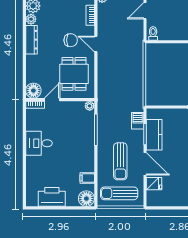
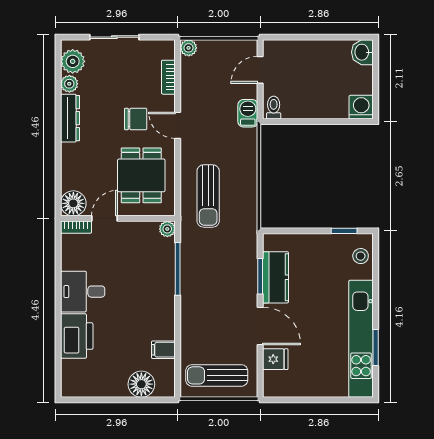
barbecue: (138, 121) -> (248, 113), moved
sun lounger: (120, 161) -> (208, 196), moved
printer: (52, 197) -> (77, 336), moved, turned 90
floor lamp: (86, 199) -> (141, 384), moved

